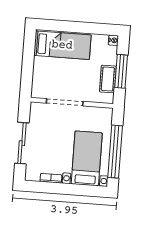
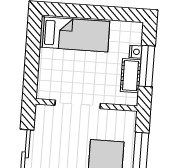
nightstand: (113, 40) -> (136, 52), moved

